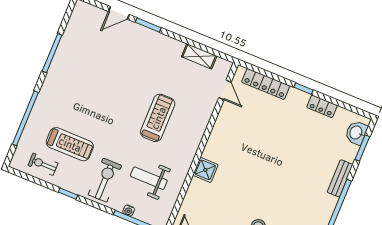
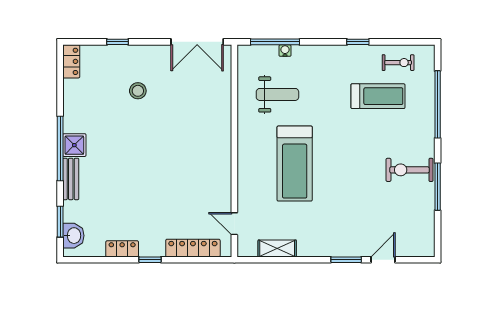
treadmill: (158, 118) -> (295, 164), width x1.37, depth x1.38
treadmill: (70, 144) -> (378, 96), turned 180
shower: (205, 170) -> (74, 145), moved
exercise bike: (105, 180) -> (409, 170), moved, turned 90

